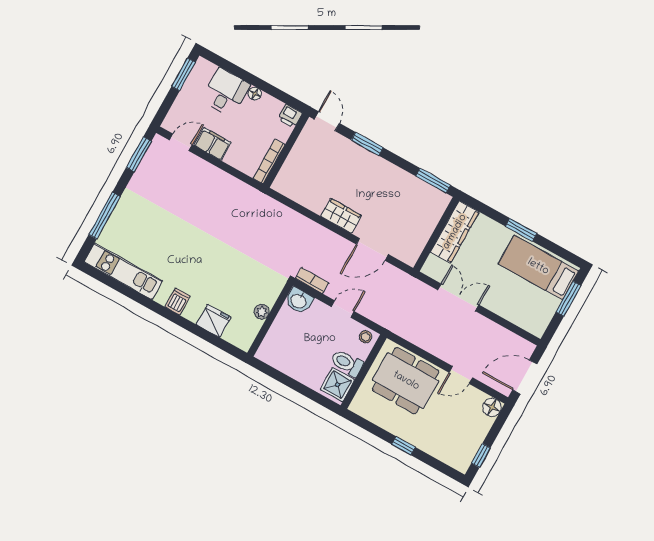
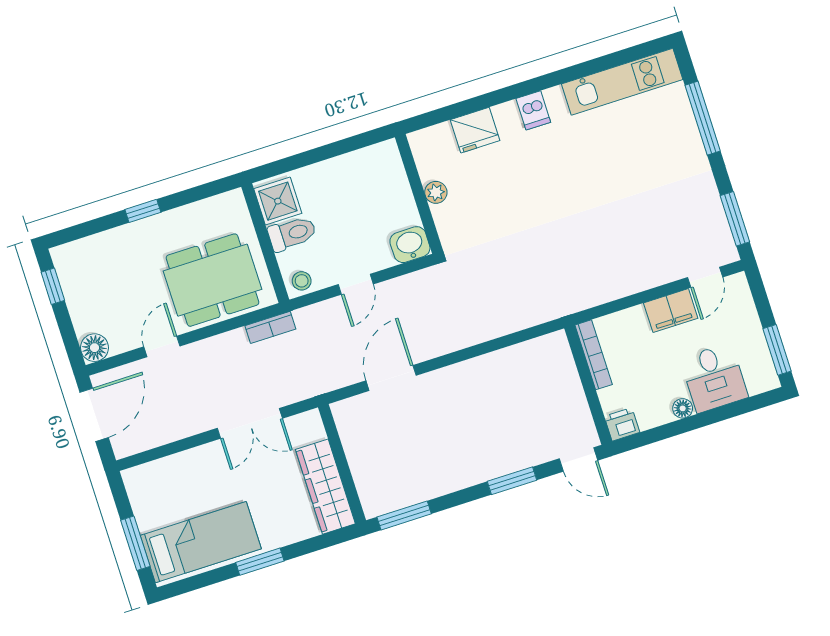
wardrobe: (341, 216) -> (460, 378), removed
bookcase: (312, 280) -> (270, 327), moved

